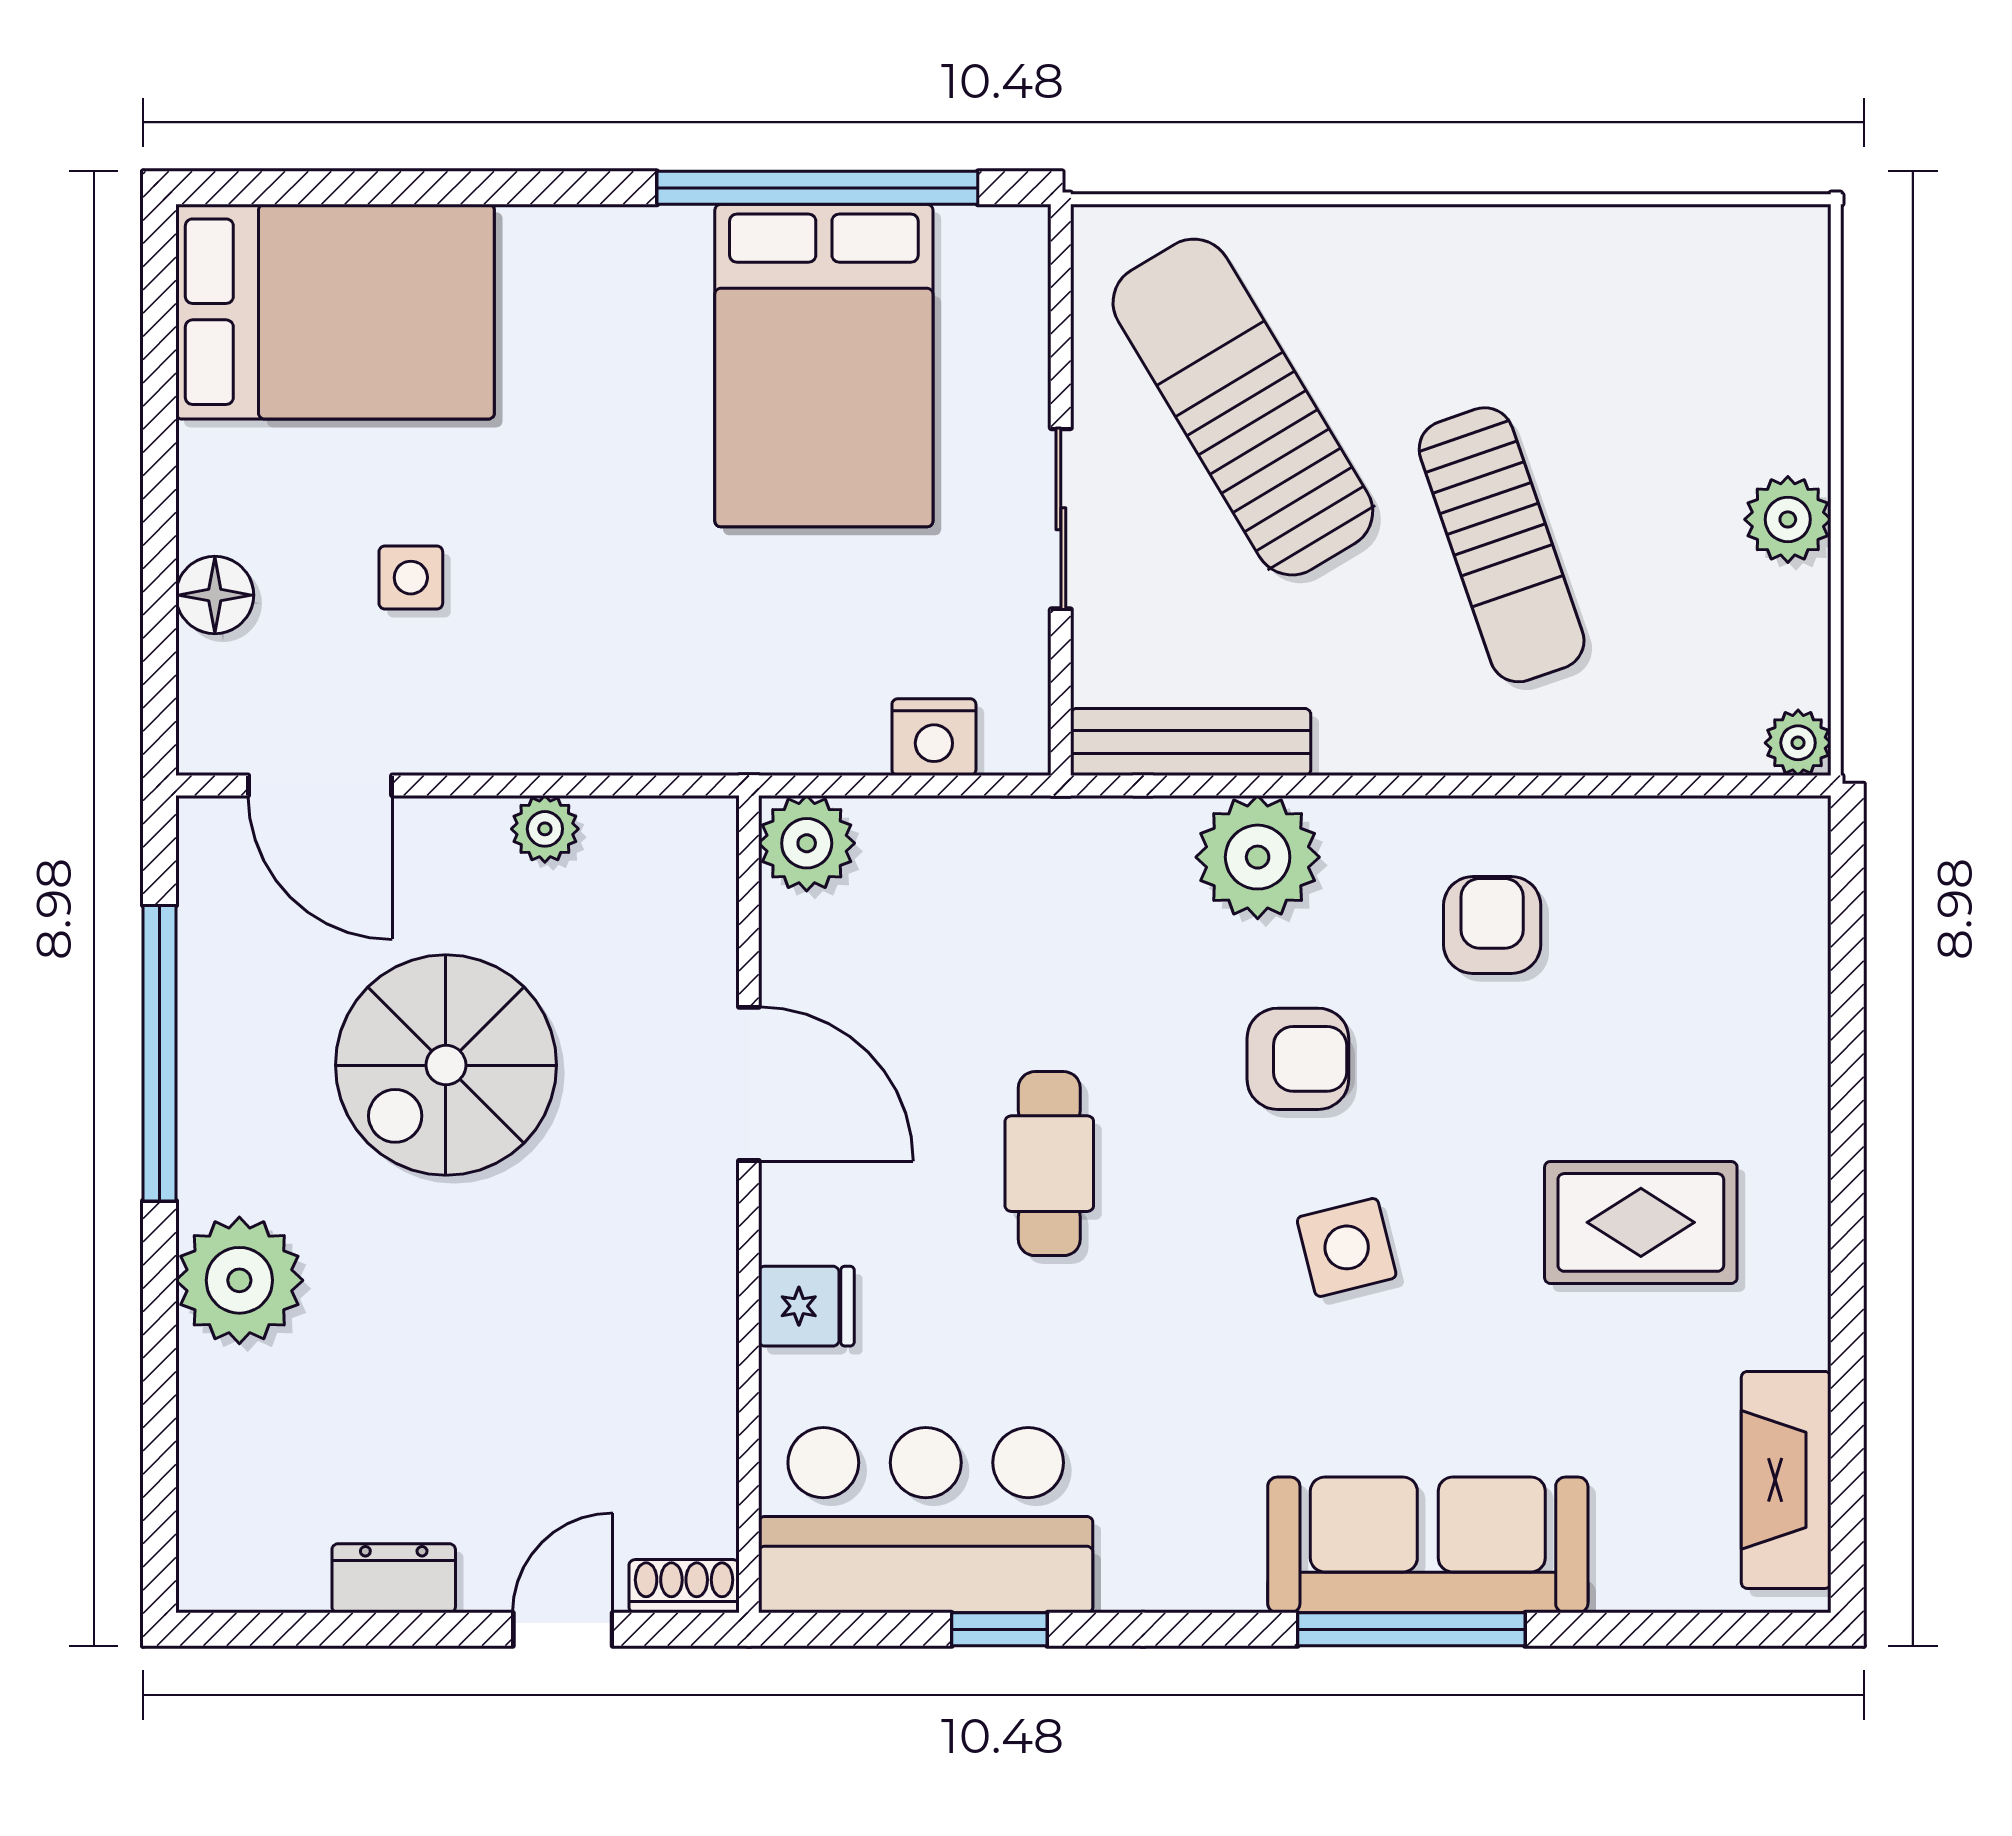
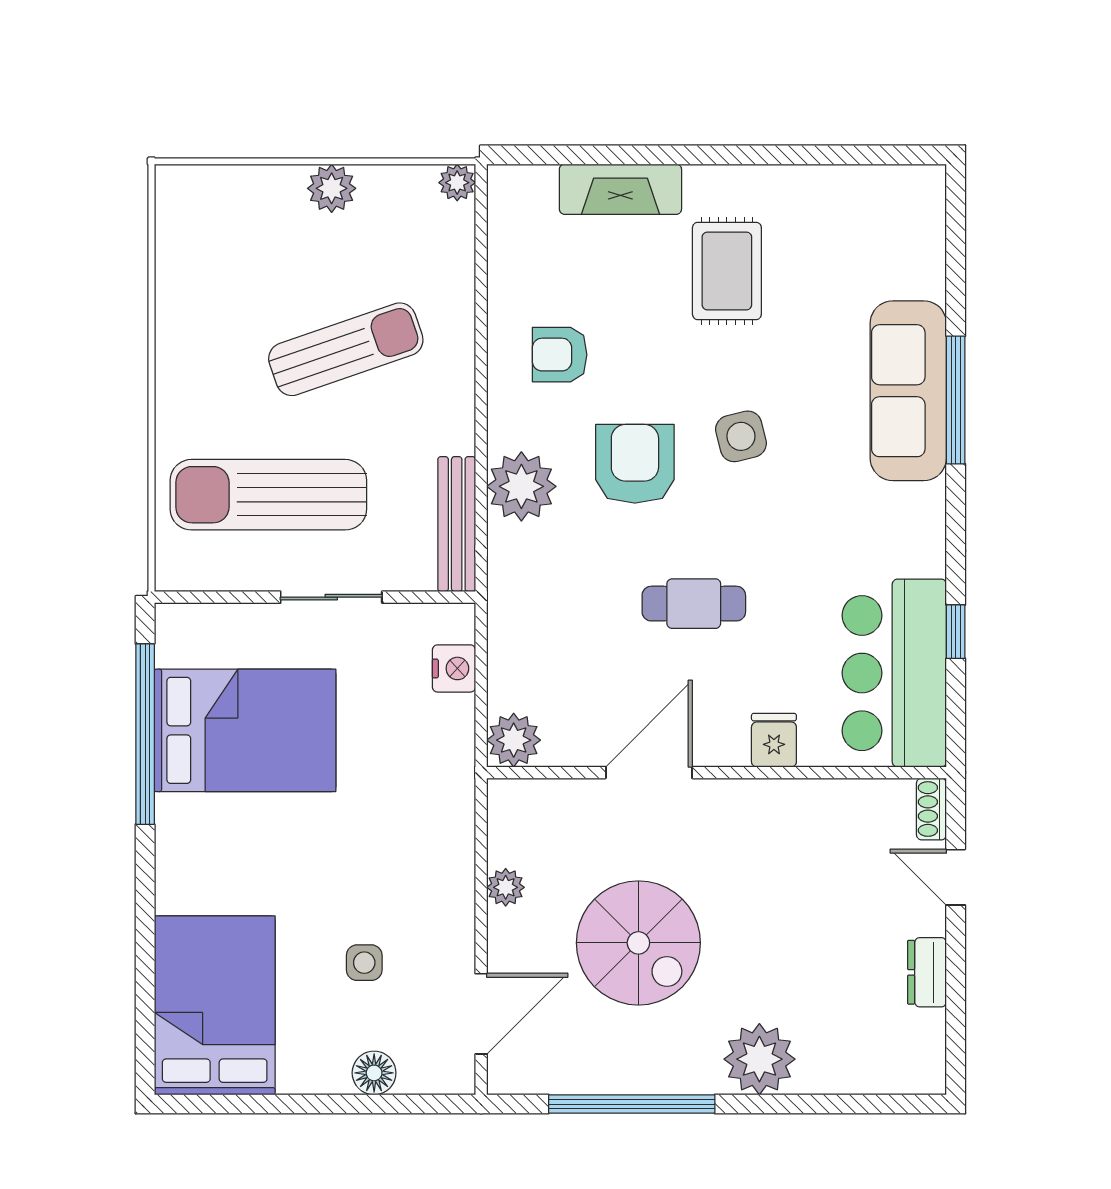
sun lounger: (1243, 407) -> (268, 495), turned 31
armchair: (1298, 1059) -> (635, 464), width x1.38, depth x1.38
fireplace: (1786, 1480) -> (620, 189), moved

